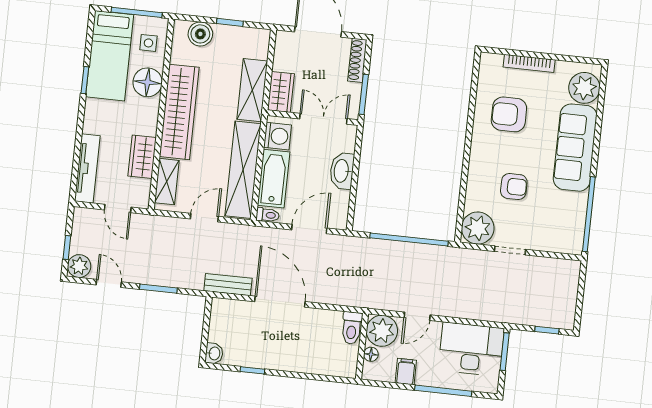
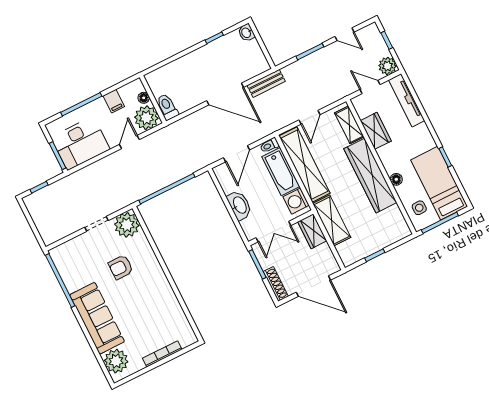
boiler: (200, 34) -> (389, 235), removed
floor lamp: (148, 82) -> (396, 179), width x0.53, depth x0.53
armchair: (509, 114) -> (154, 312), removed
plant: (79, 266) -> (387, 66), moved

